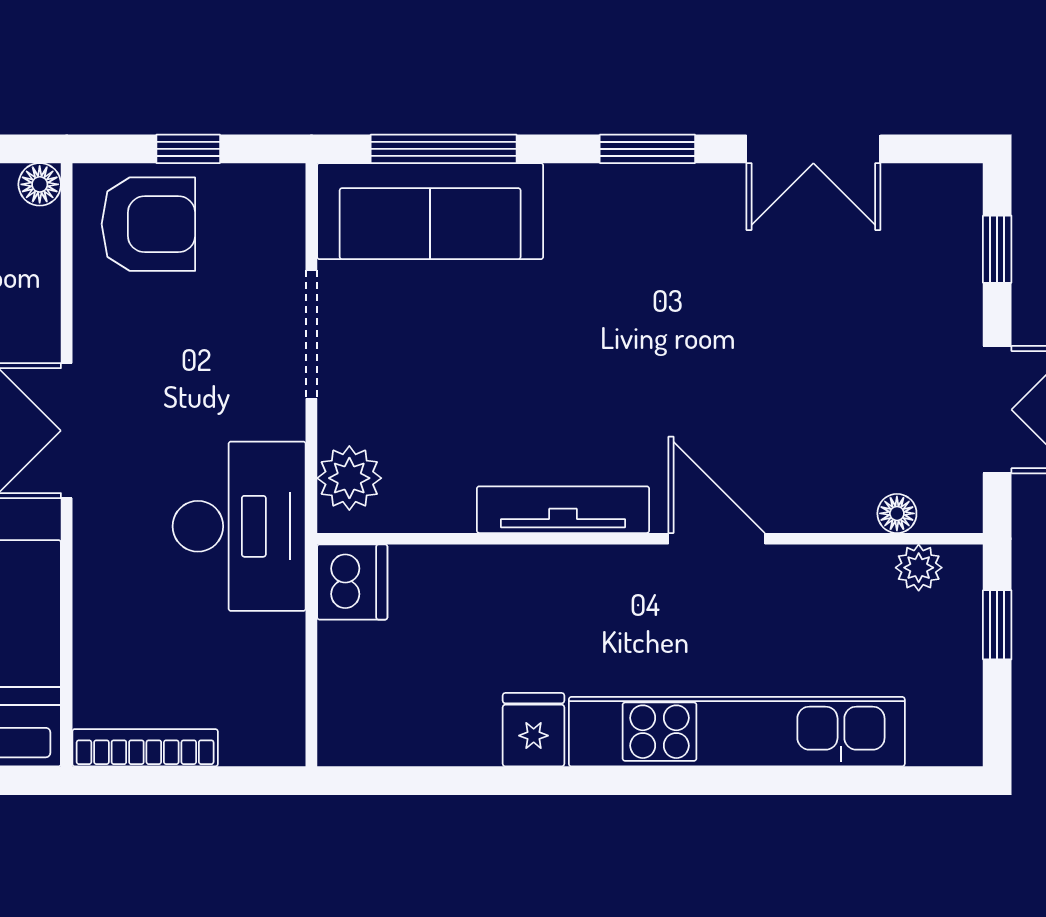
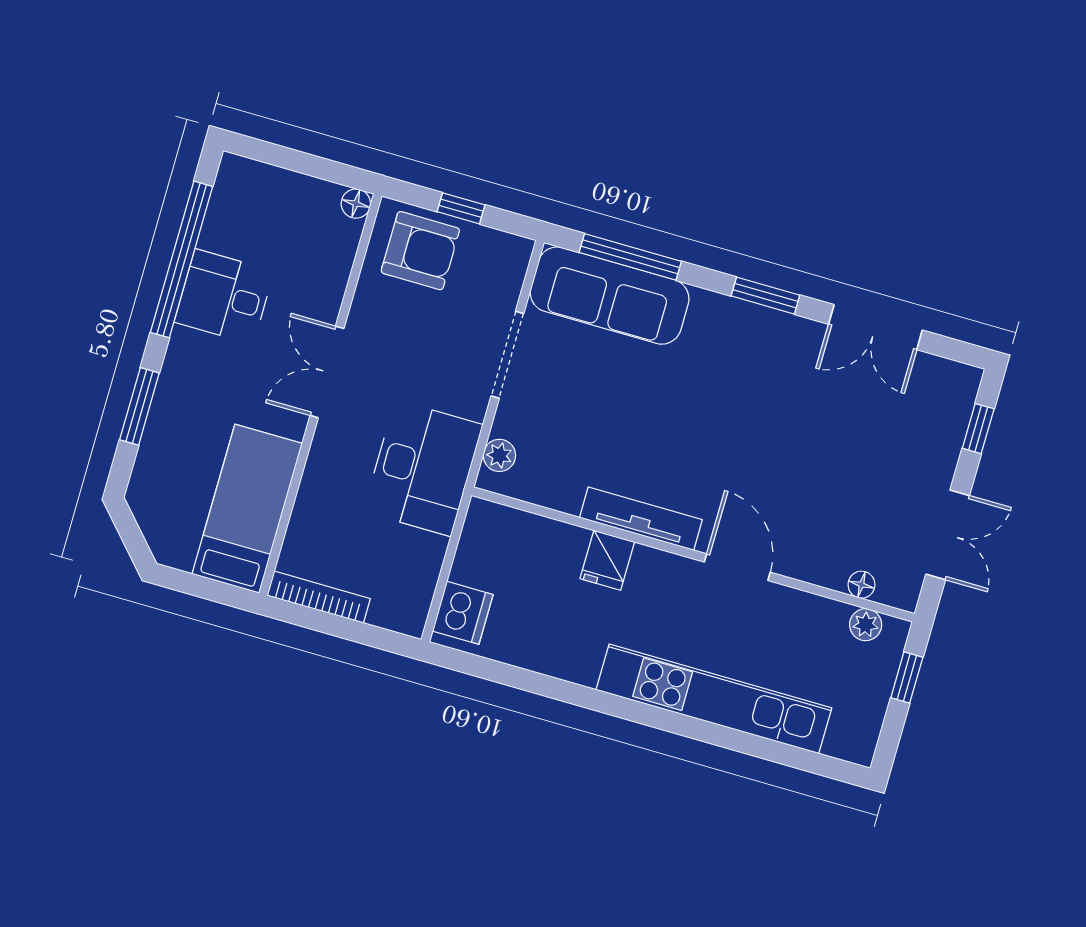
plant: (349, 478) -> (499, 455), width x0.73, depth x0.73
dishwasher: (352, 582) -> (463, 613), moved
fridge: (534, 730) -> (607, 560), moved, turned 180

